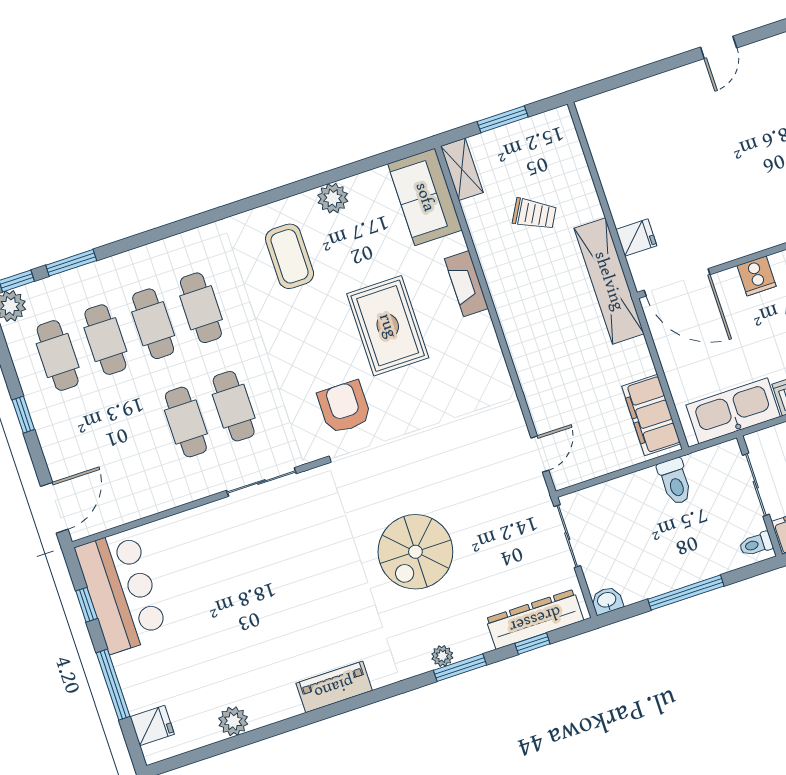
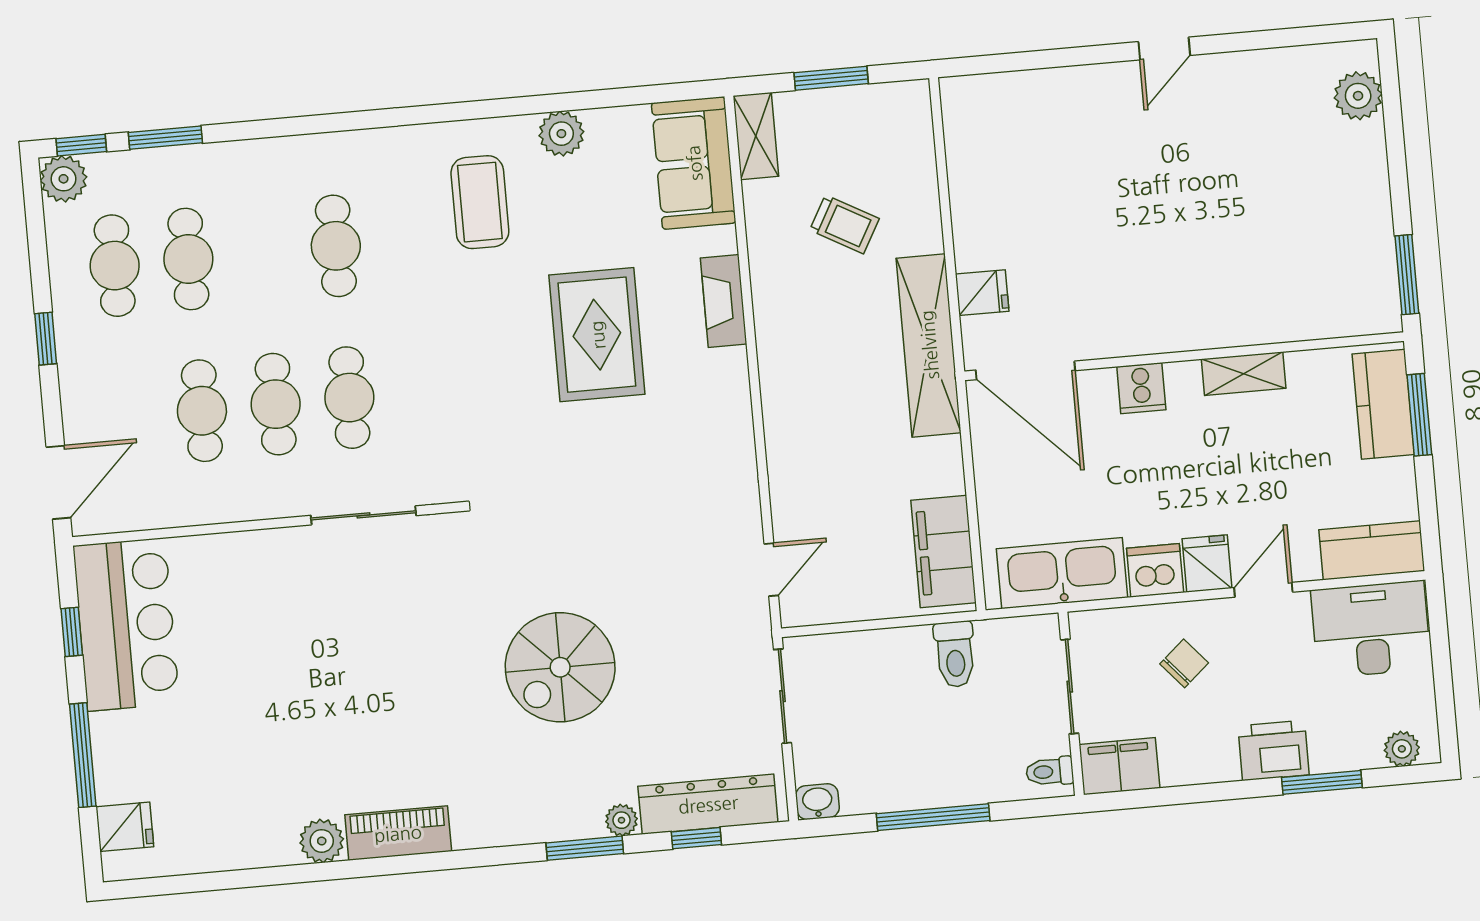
cafe table: (153, 324) -> (202, 411), moved
armchair: (344, 407) -> (507, 436), removed
plant: (442, 656) -> (621, 820), moved
plant: (233, 721) -> (322, 841), moved

